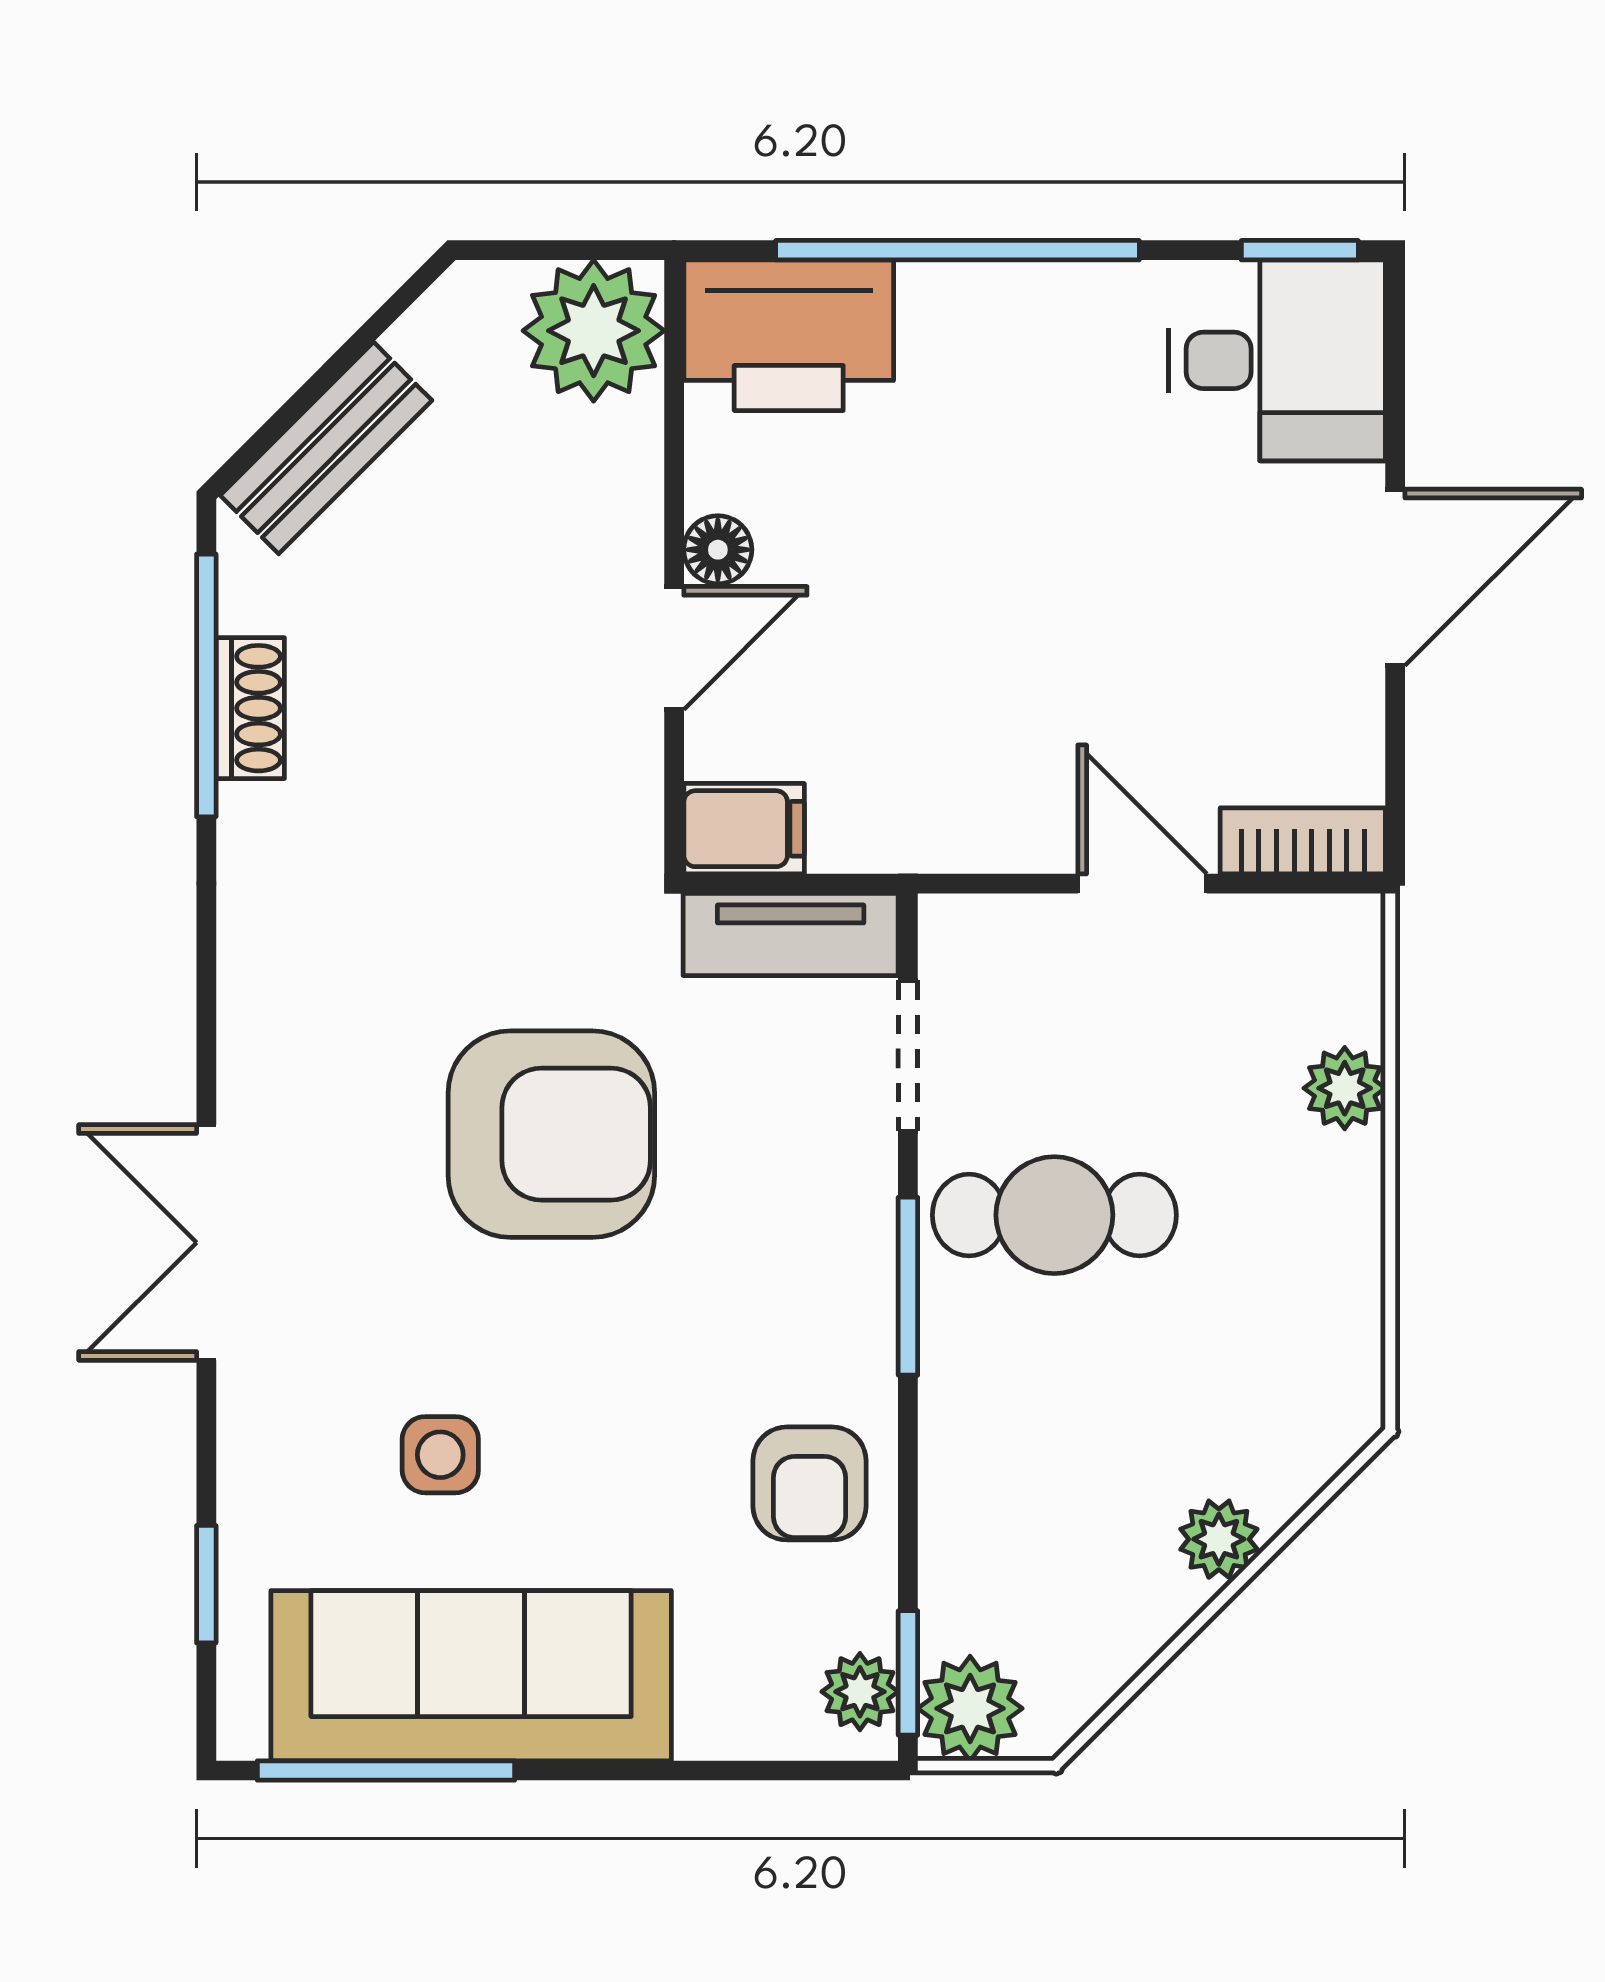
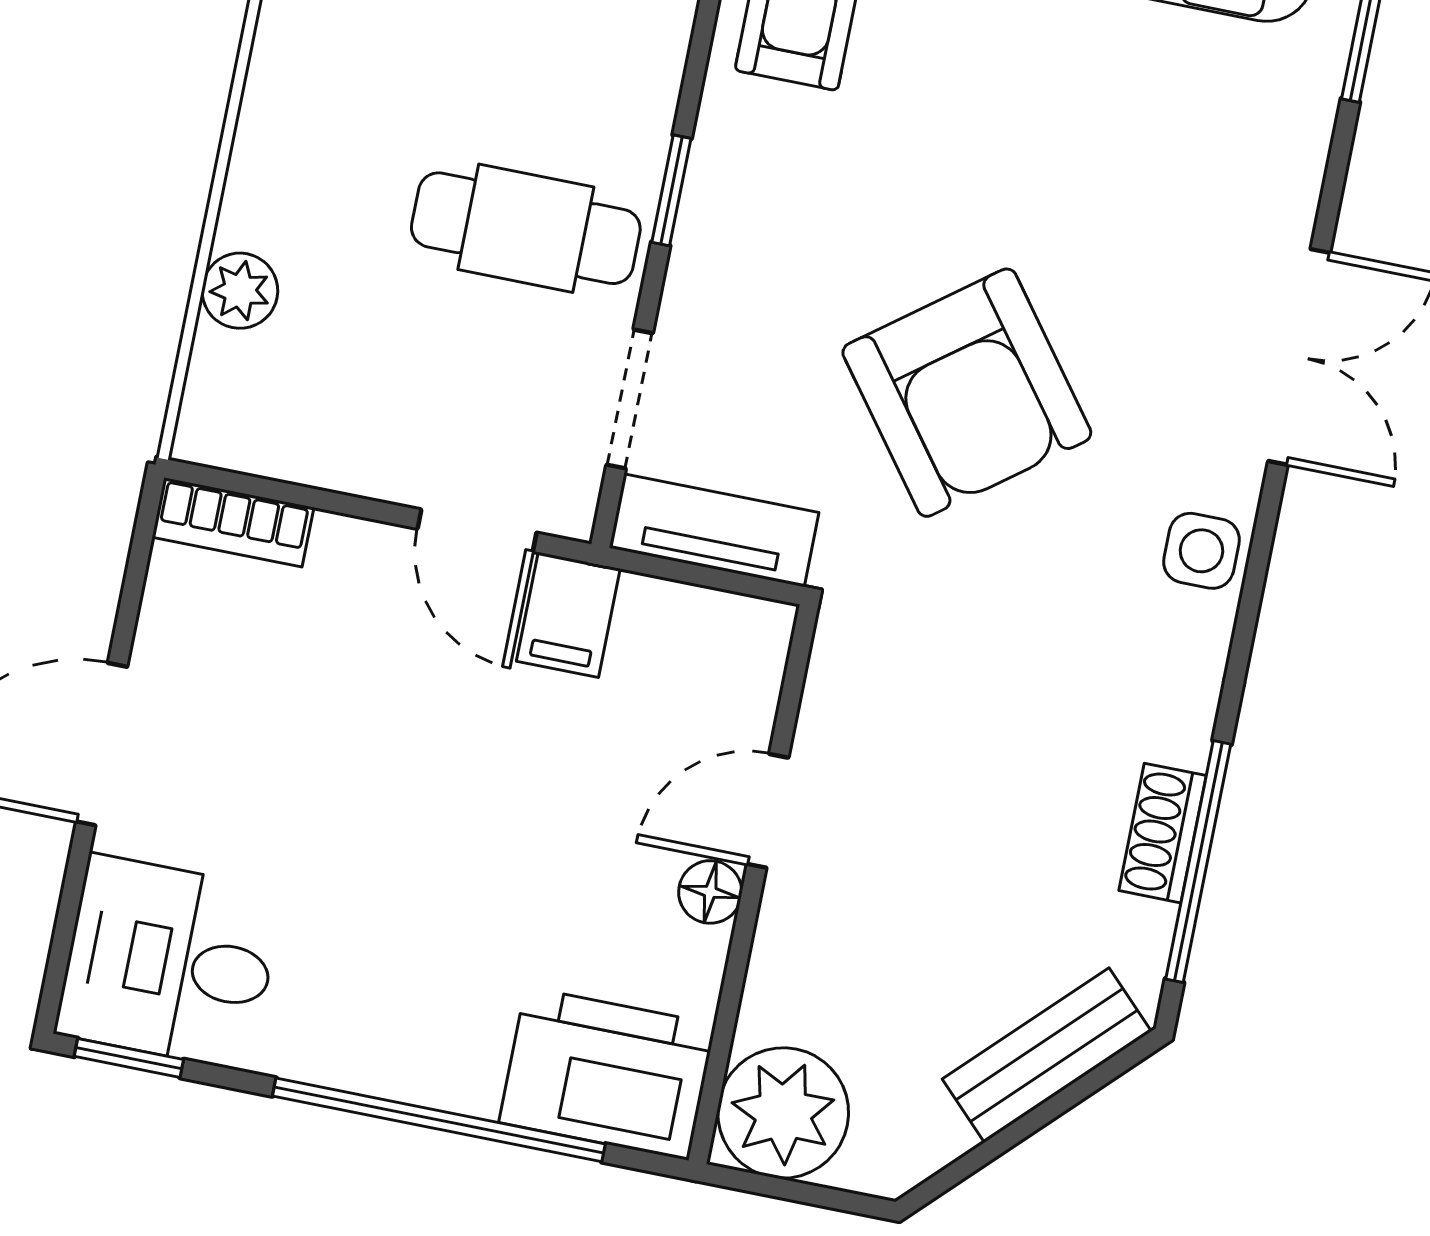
filing cabinet: (744, 829) -> (568, 615), moved, turned -90
door: (1142, 884) -> (477, 531), moved
armchair: (551, 1134) -> (967, 393), turned -127
window: (908, 1286) -> (671, 190), width x0.67
side table: (440, 1455) -> (1202, 551), moved

